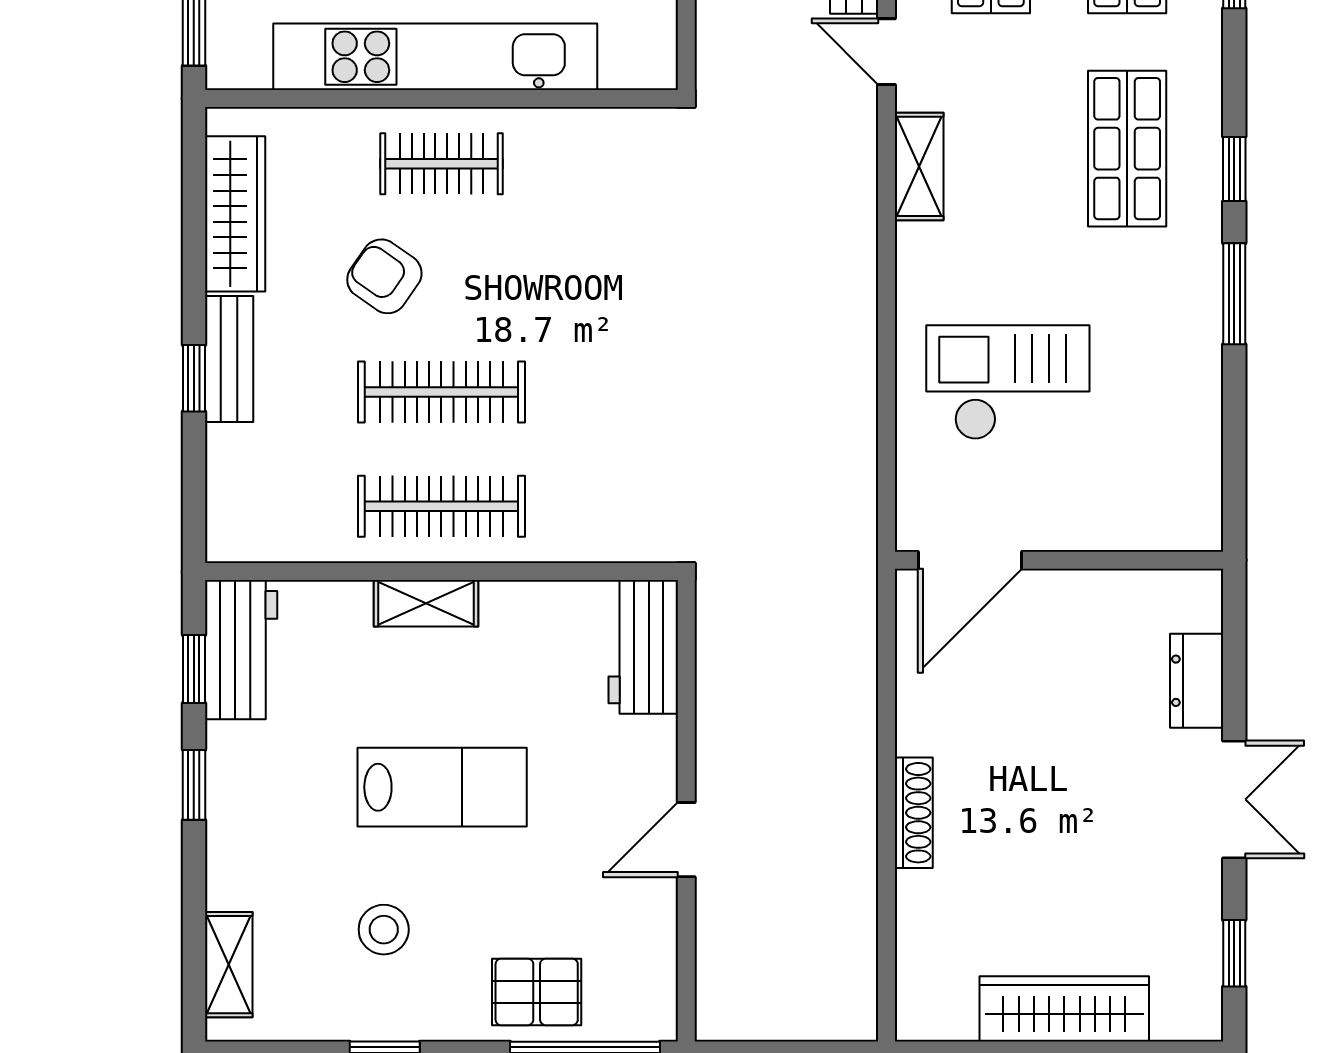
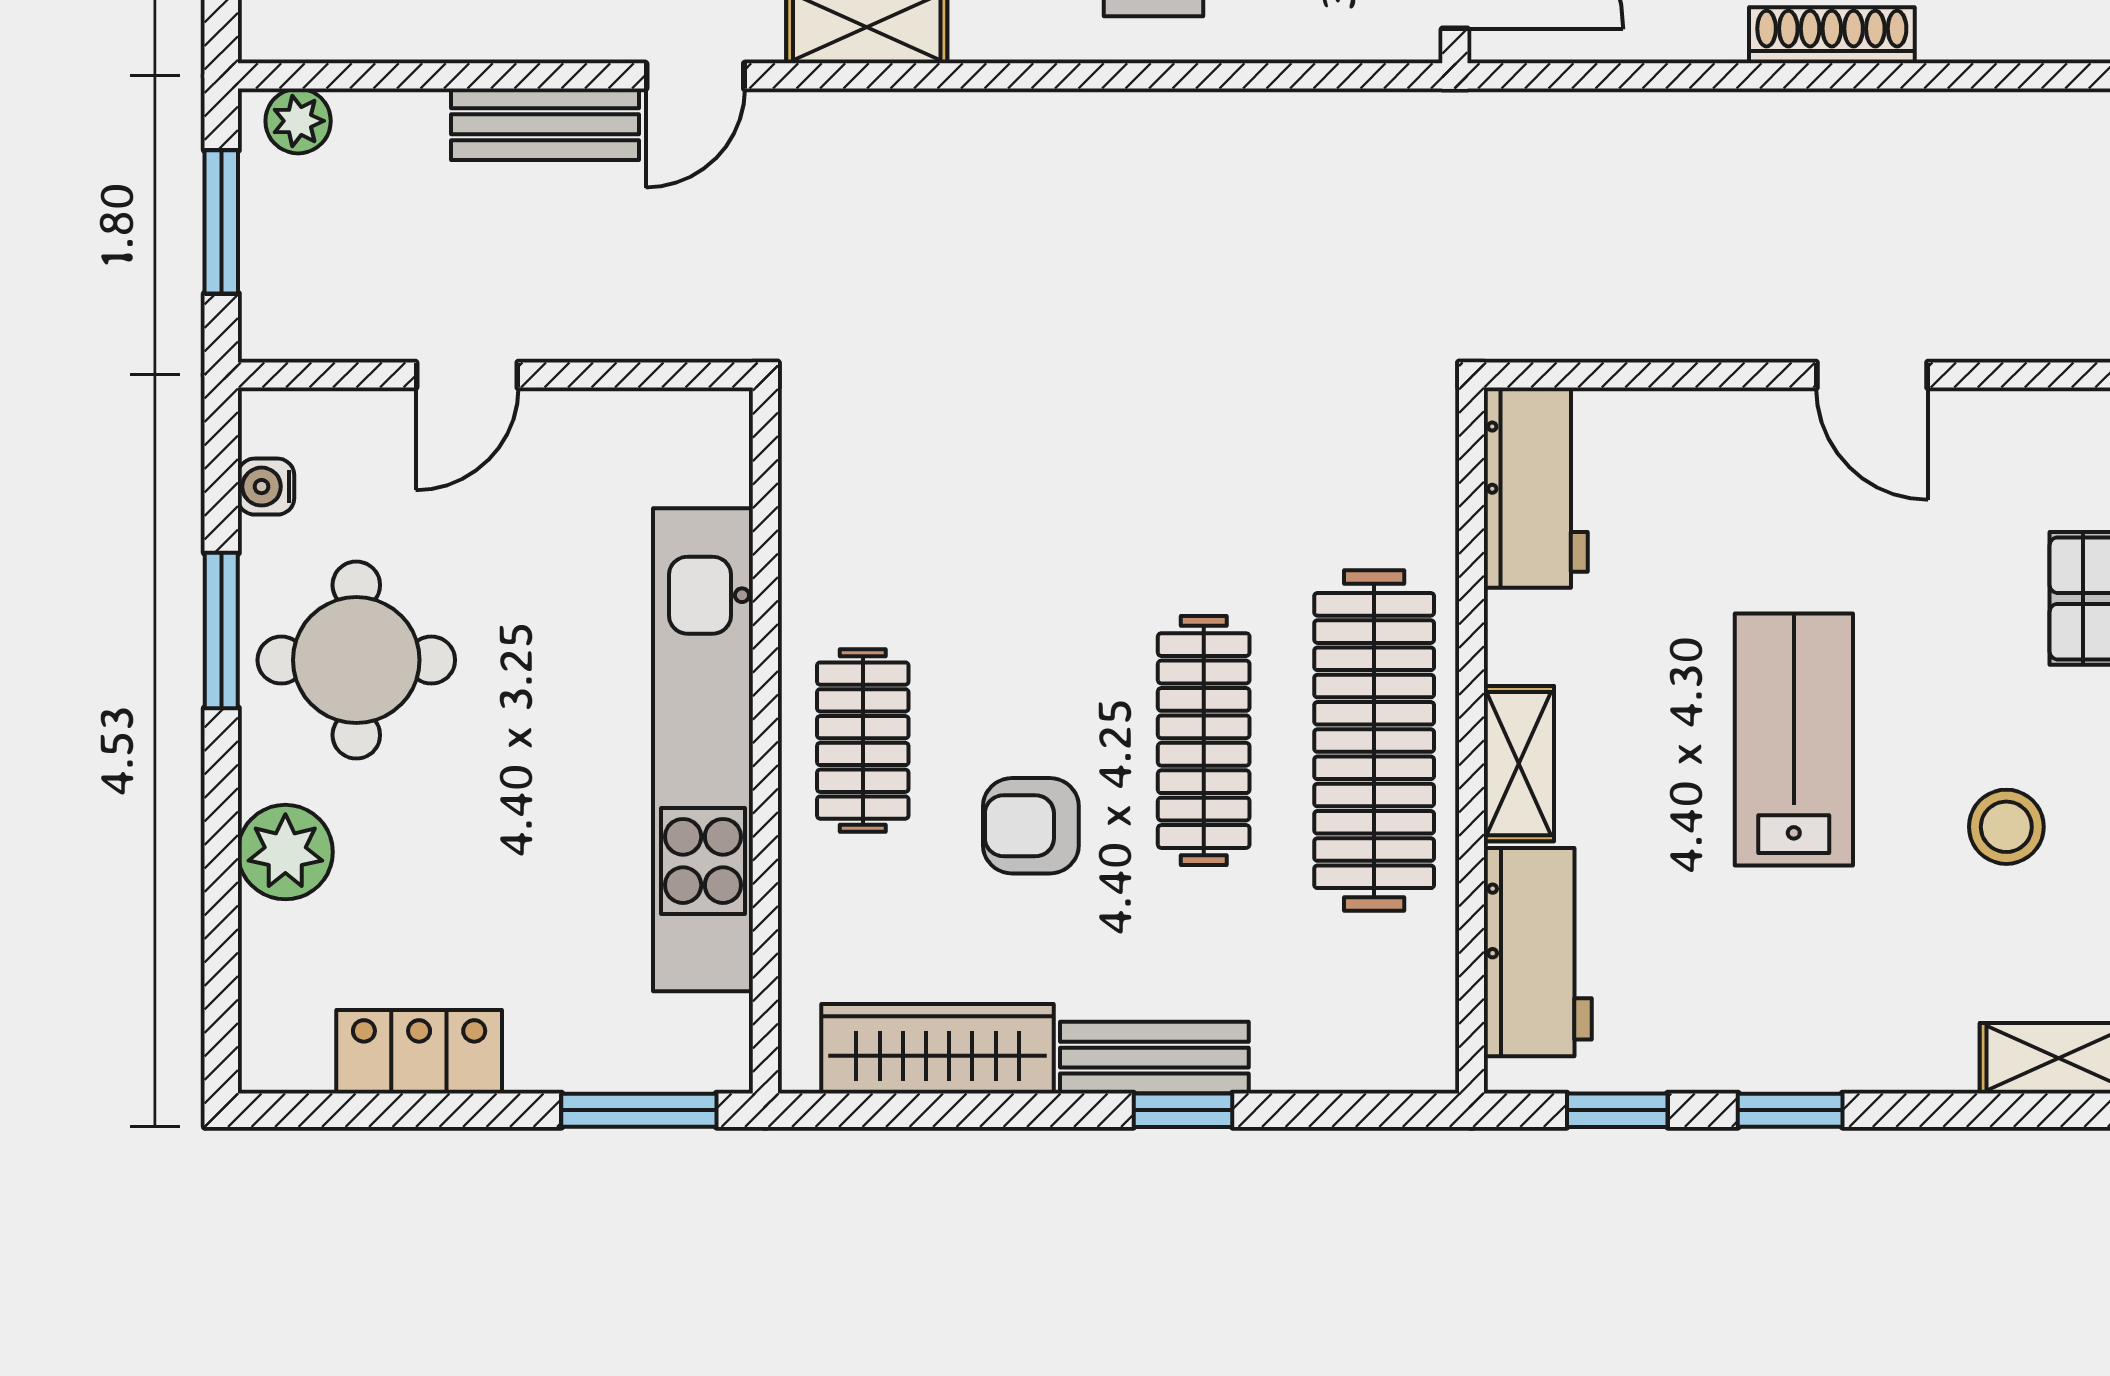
armchair: (384, 276) -> (1031, 826), turned 55
clothes rail: (441, 506) -> (1374, 741), width x1.37, depth x1.31
workbench: (643, 647) -> (1536, 488), moved, turned -90
workbench: (241, 650) -> (1538, 952), moved, turned 90

